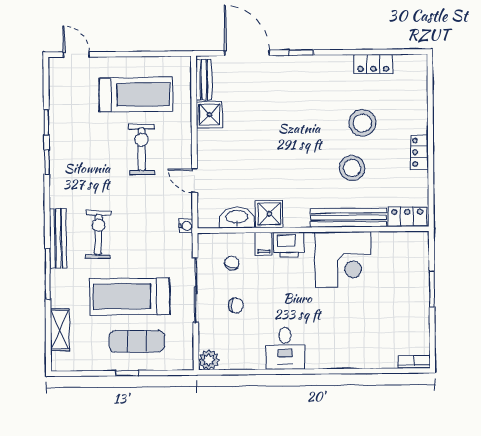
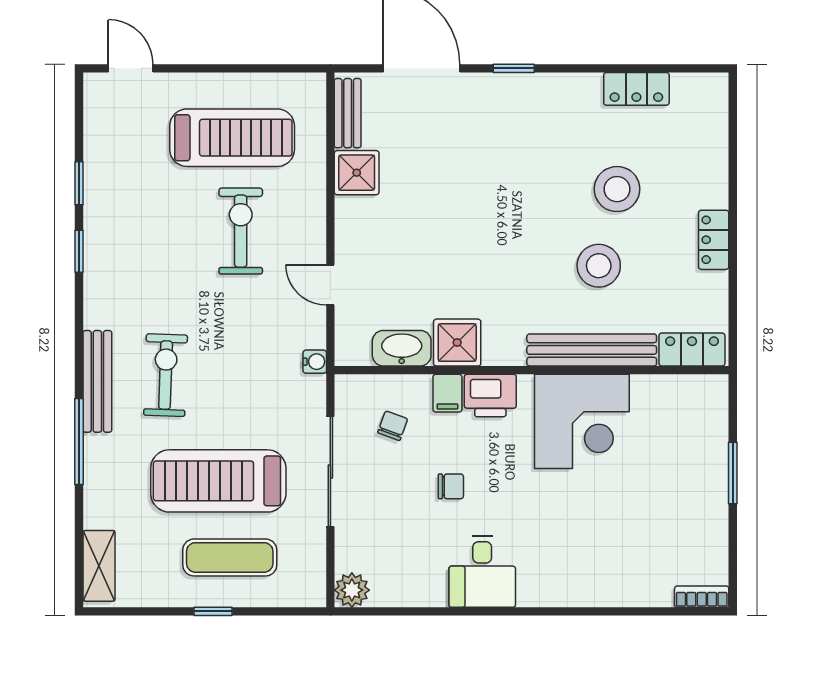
chair: (236, 305) -> (451, 486), moved
shelving: (60, 330) -> (99, 566), moved

